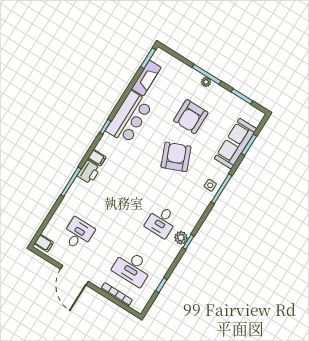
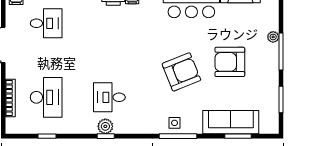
plant: (206, 82) -> (273, 37), moved
desk: (132, 268) -> (46, 97), turned 180

